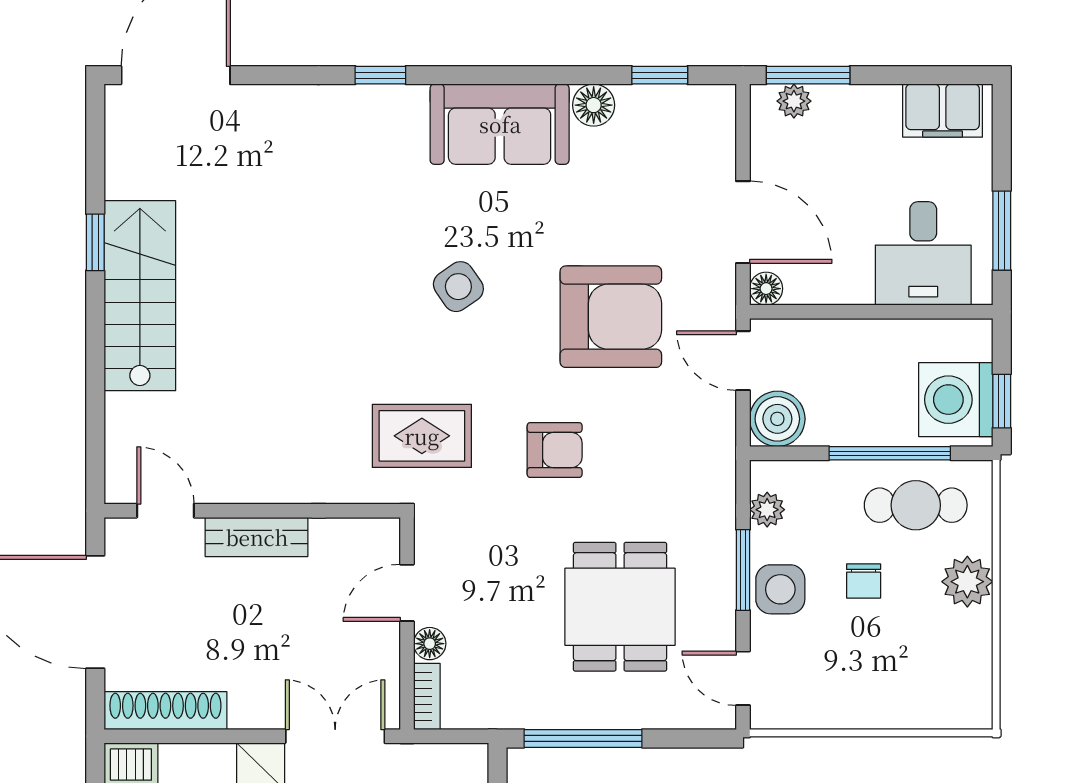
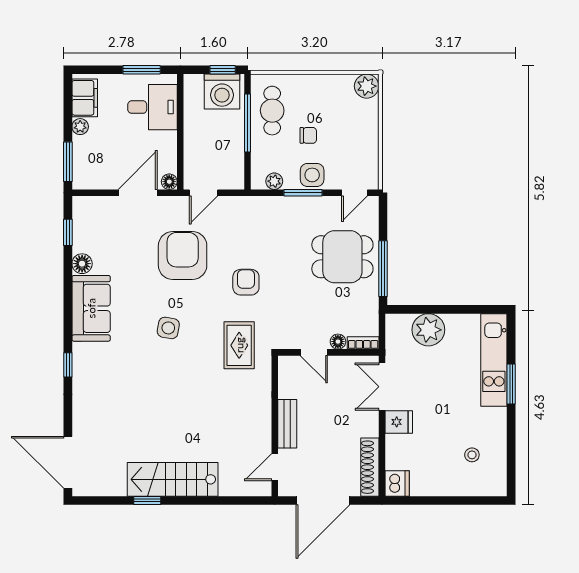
plant: (794, 101) -> (80, 127), moved
side table: (458, 287) -> (168, 328), turned 45
boiler: (777, 419) -> (231, 176), removed
plant: (967, 582) -> (367, 86), moved
dining table: (620, 607) -> (342, 257), moved

